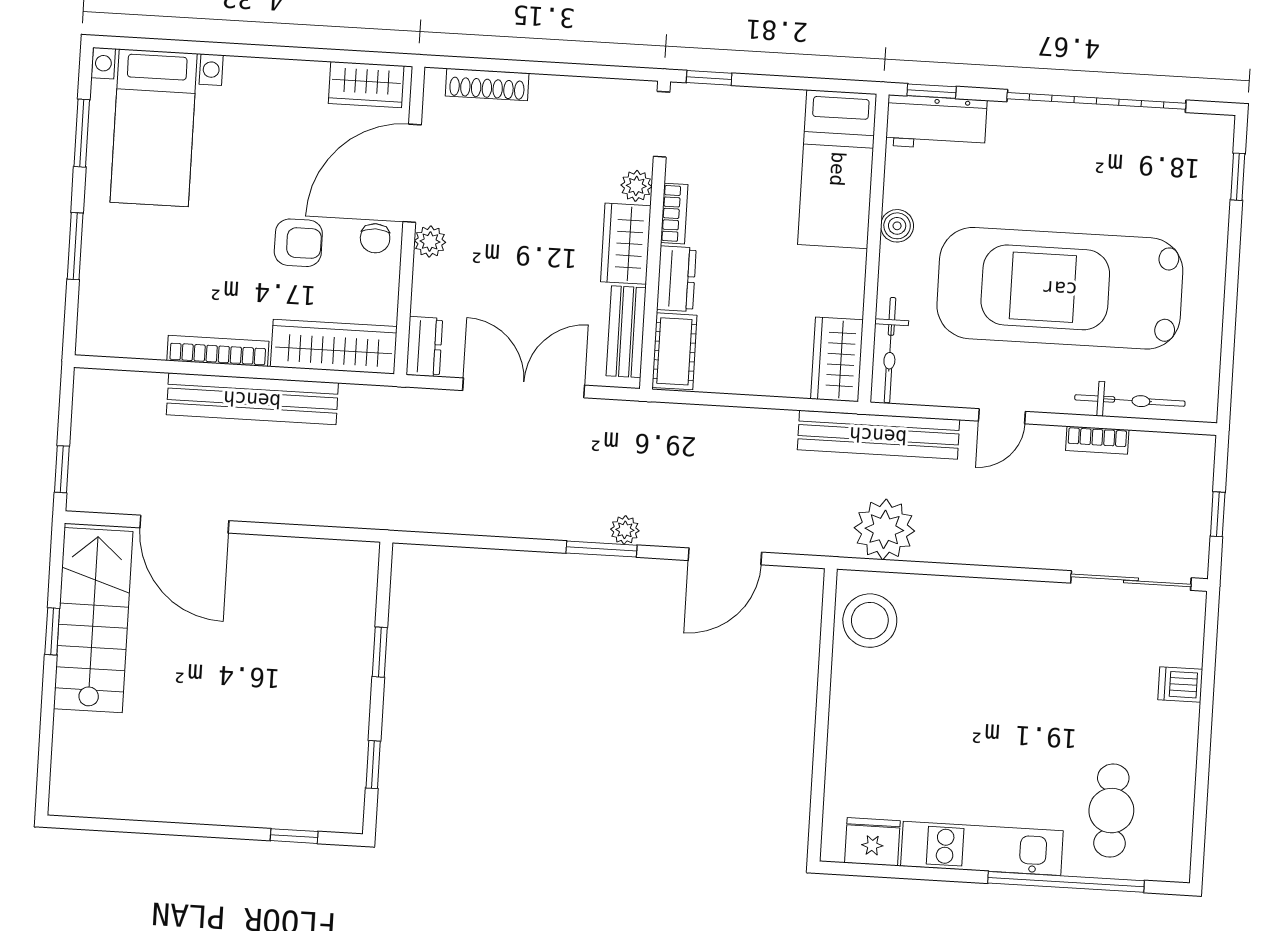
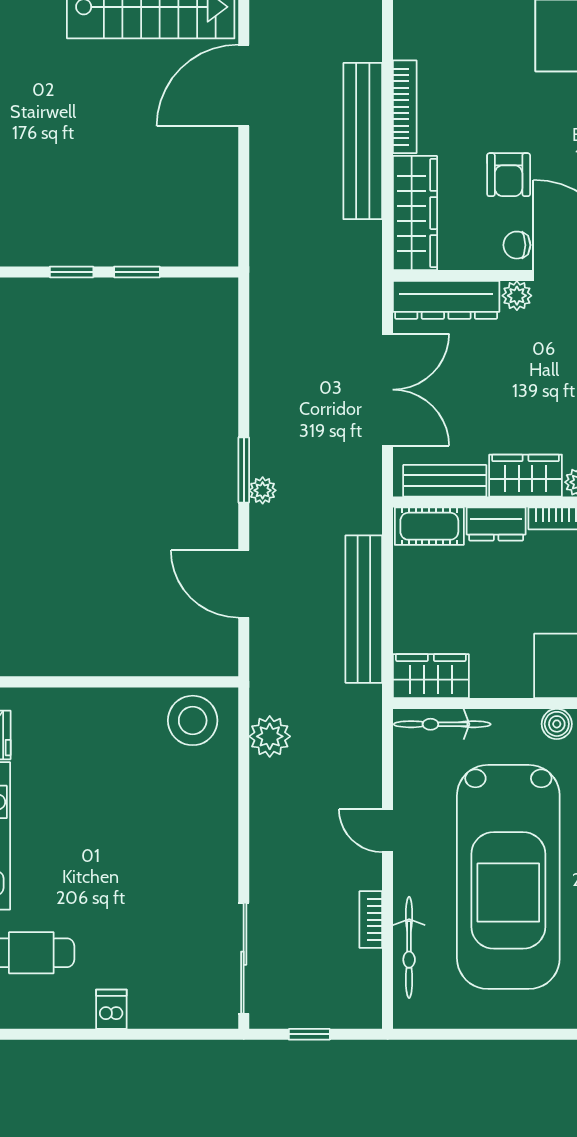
car: (1060, 288) -> (508, 877), turned 180
dresser: (424, 347) -> (446, 300), width x1.96, depth x1.24
bench: (878, 435) -> (364, 609), moved
plant: (884, 529) -> (270, 736), width x0.73, depth x0.73
dishwasher: (1180, 685) -> (111, 1009), moved
window: (373, 765) -> (72, 272), moved

